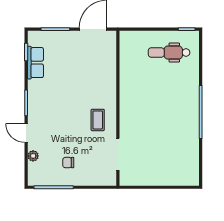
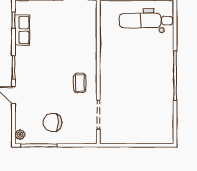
dental chair: (169, 53) -> (146, 21), width x1.36, depth x1.38
plant: (33, 156) -> (20, 135), moved
chair: (68, 163) -> (53, 122), width x1.87, depth x1.87

